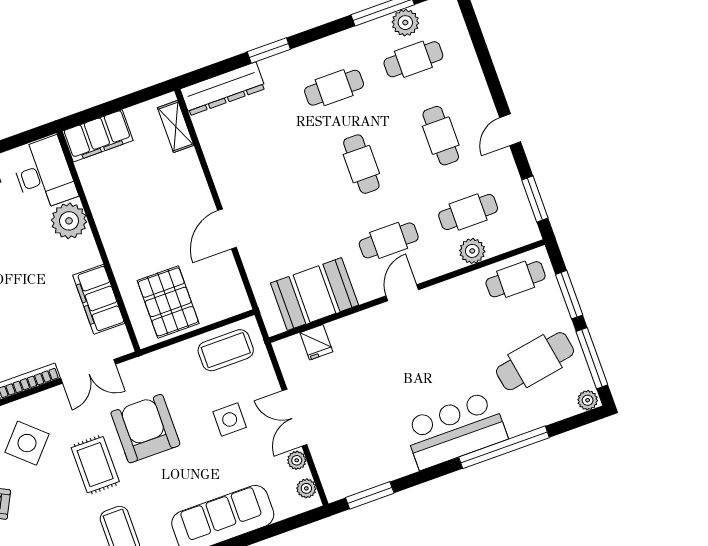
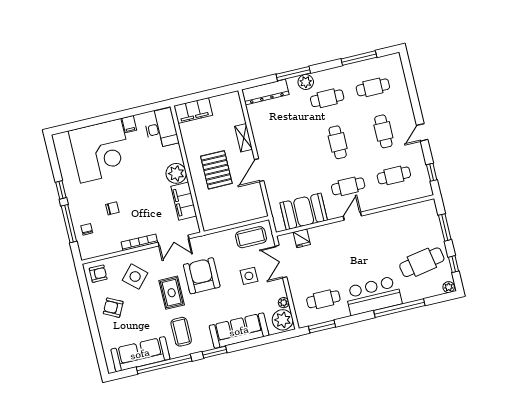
plant: (405, 23) -> (306, 82), moved
window: (269, 51) -> (293, 74), width x1.44
shelving: (176, 126) -> (244, 138), moved
window: (535, 199) -> (432, 172), width x0.67
plant: (69, 221) -> (176, 173), moved
plant: (472, 251) -> (394, 197), removed
cafe table: (516, 279) -> (323, 299), moved
pallet: (168, 302) -> (216, 170), moved
window: (592, 358) -> (454, 264), width x0.46
double door: (295, 418) -> (281, 262), moved
plant: (306, 488) -> (283, 320), width x1.88, depth x1.88

